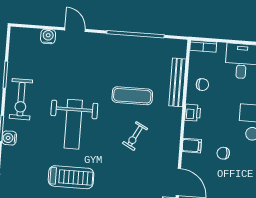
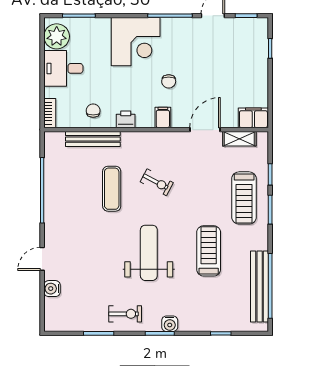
exercise bike: (21, 99) -> (125, 314), width x0.73, depth x0.72
weight bench: (73, 124) -> (149, 253), turned -90

